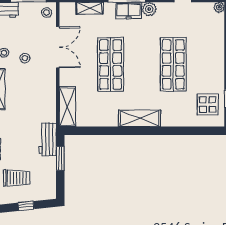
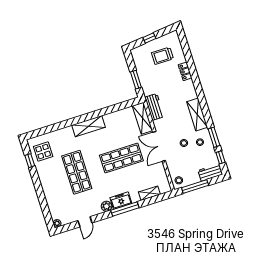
double door: (58, 47) -> (159, 146), moved
shop shelf: (111, 64) -> (121, 158), turned 90
workbench: (48, 139) -> (154, 107), moved

